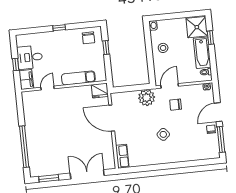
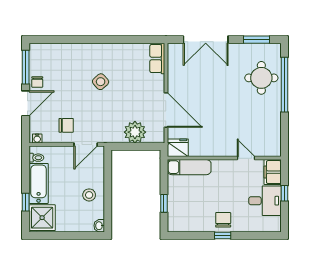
chair: (88, 38) -> (223, 220), moved
exam couch: (78, 78) -> (189, 167), moved
door: (47, 88) -> (246, 158), swing flipped
plant: (147, 98) -> (135, 132), moved
chair: (176, 105) -> (66, 125), moved
round table: (42, 150) -> (261, 78), added

